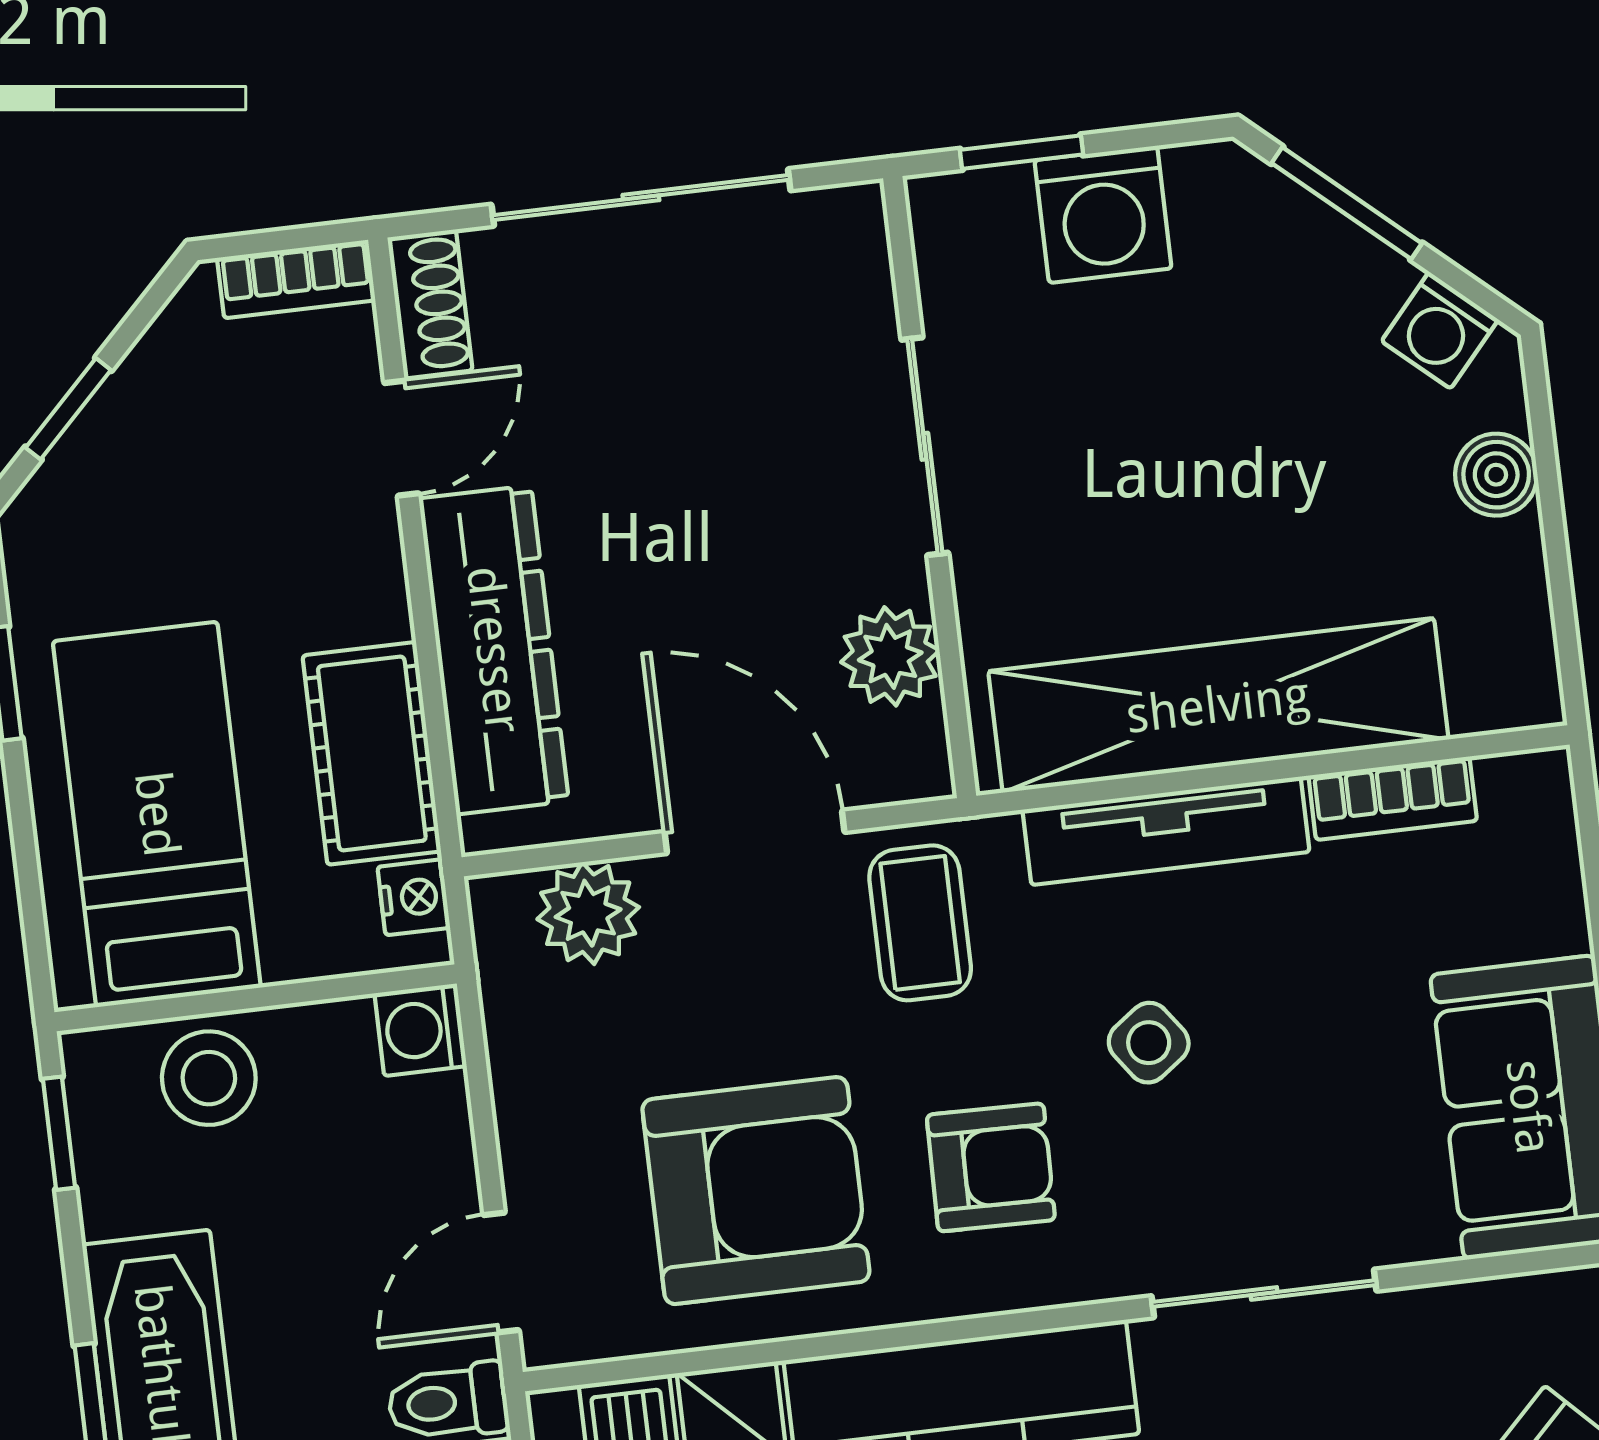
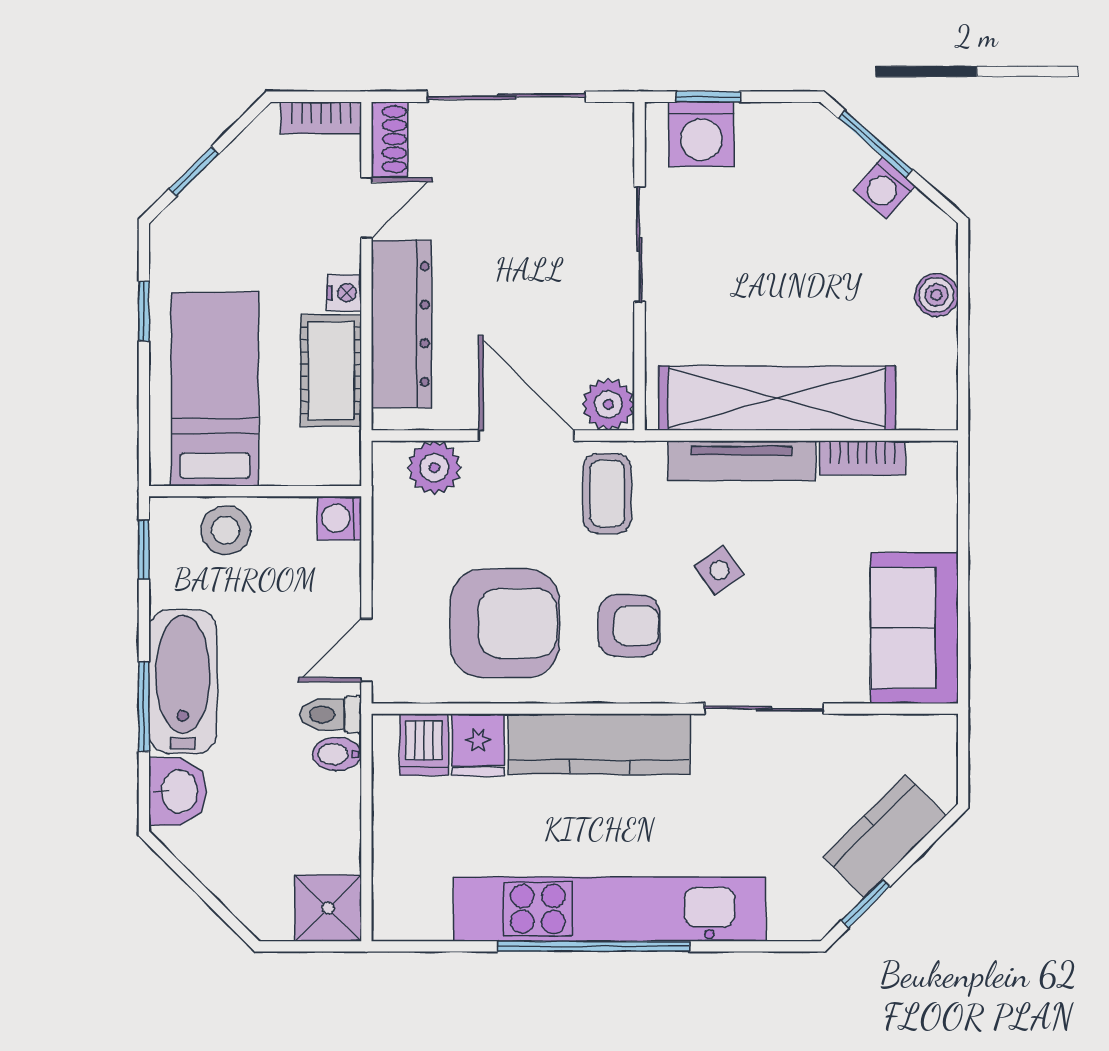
washing machine: (1103, 214) -> (701, 134), moved
washing machine: (1440, 330) -> (884, 188), moved
plant: (890, 656) -> (608, 404), moved
nightstand: (414, 897) -> (344, 293), moved

